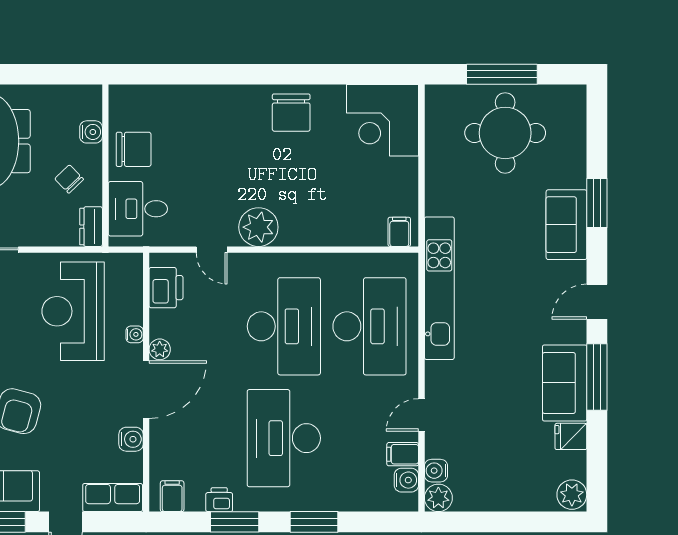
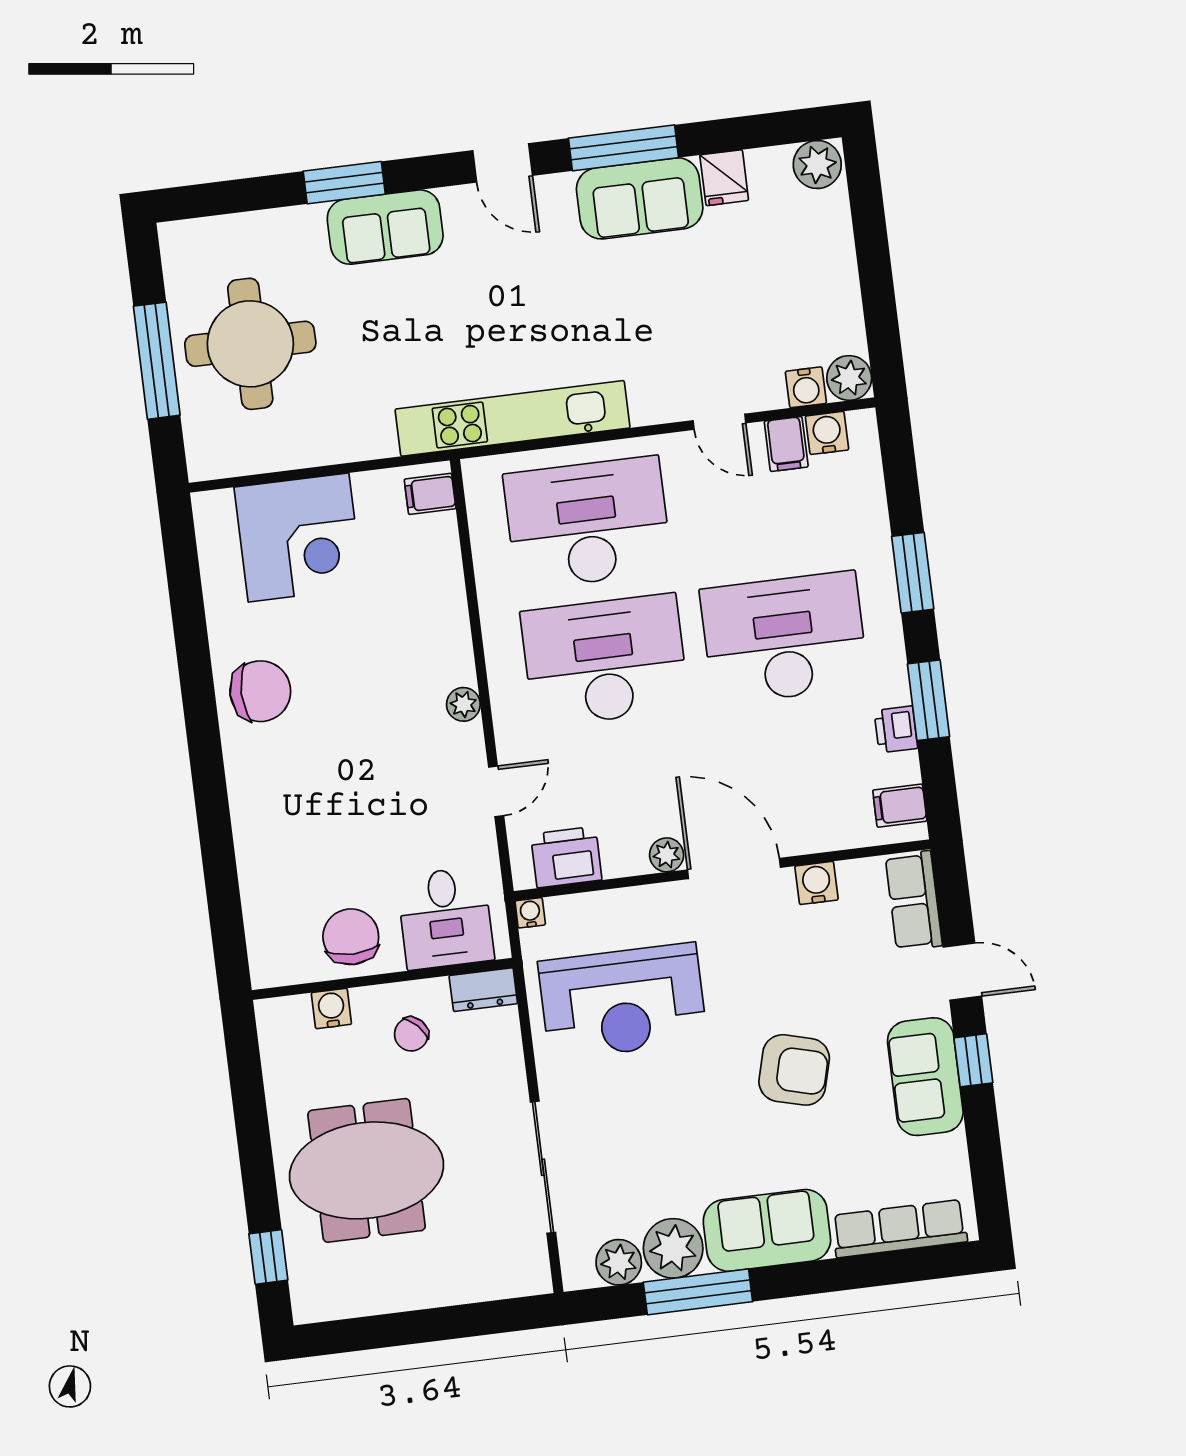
corner desk: (383, 120) -> (299, 538), moved
plant: (258, 227) -> (463, 704), width x0.53, depth x0.53
water cooler: (135, 334) -> (530, 913), moved
desk: (284, 438) -> (784, 638), turned 180

